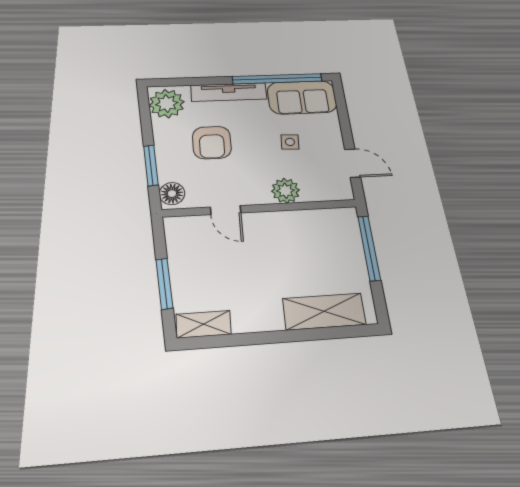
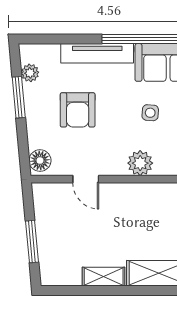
plant: (167, 104) -> (30, 73), width x0.53, depth x0.53
window: (151, 165) -> (19, 97), moved
shelving: (204, 324) -> (104, 277), moved

